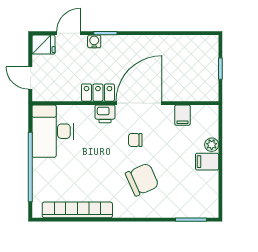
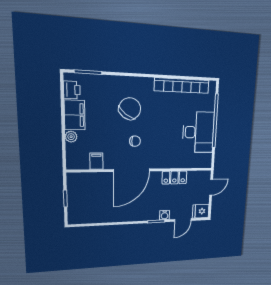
door: (30, 78) -> (211, 187), hinge flipped
locker: (98, 93) -> (174, 178), moved
printer: (105, 114) -> (72, 90), moved, turned 90
desk: (53, 131) -> (198, 132), moved
filing cabinet: (207, 162) -> (75, 115), width x2.00
chair: (142, 180) -> (130, 109), turned 151

